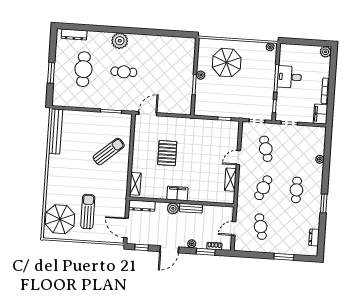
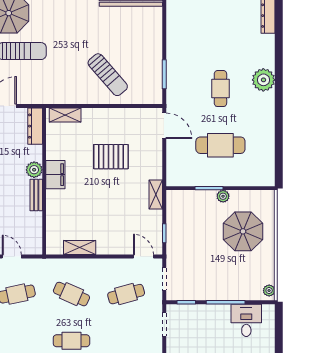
cafe table: (83, 69) -> (220, 145), moved
desk: (289, 77) -> (246, 320), moved
shelving: (196, 123) -> (156, 194), added
door: (238, 158) -> (143, 257), moved

